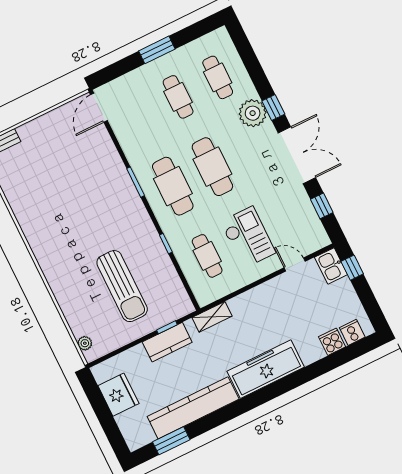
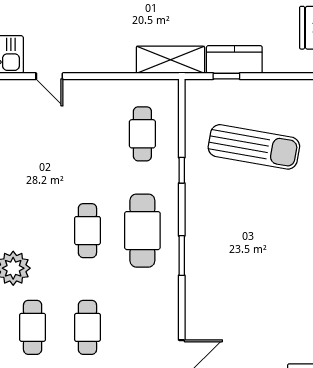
cafe table: (212, 167) -> (87, 231), width x0.73, depth x0.74
checkout: (248, 237) -> (87, 132), removed
sun lounger: (122, 286) -> (254, 147), turned 100
shelving: (212, 317) -> (170, 60), width x1.50, depth x1.33

